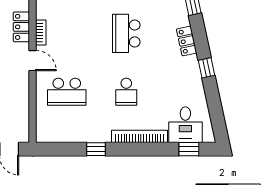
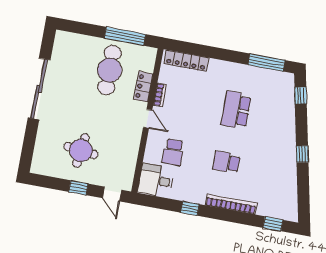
locker: (187, 41) -> (289, 127), removed
school desk: (67, 92) -> (173, 152), width x0.54
school desk: (126, 92) -> (226, 162), turned 90
desk: (185, 125) -> (156, 180), moved, turned 90

